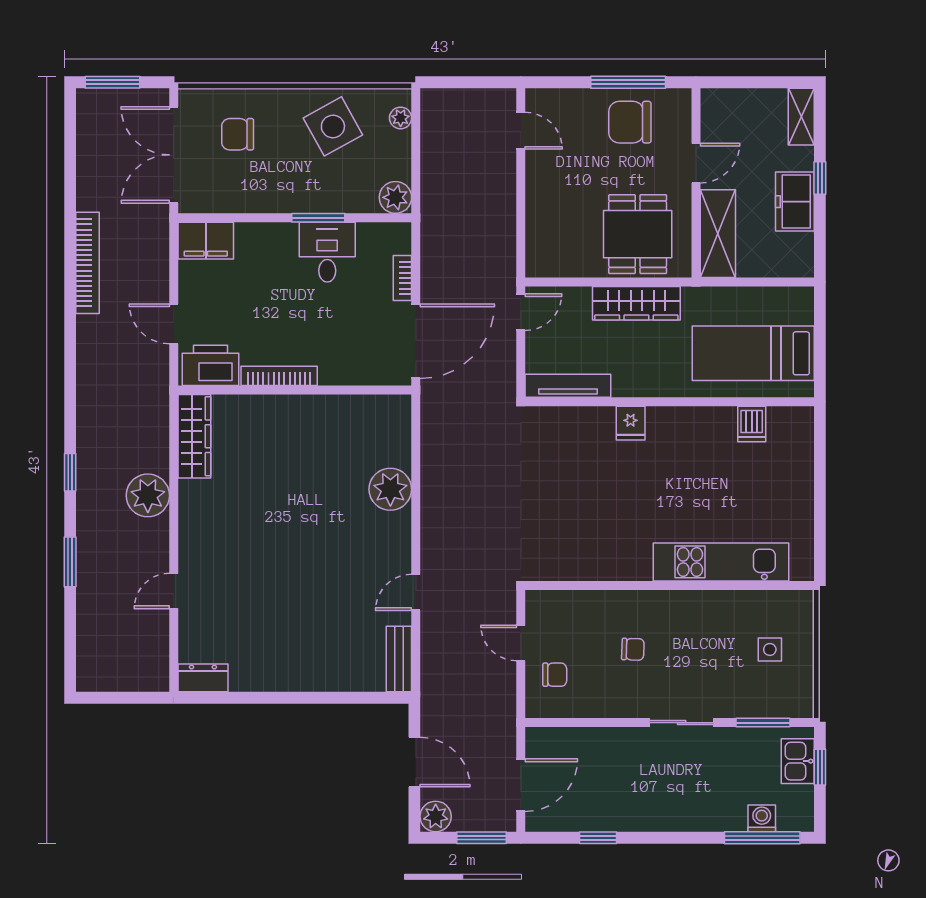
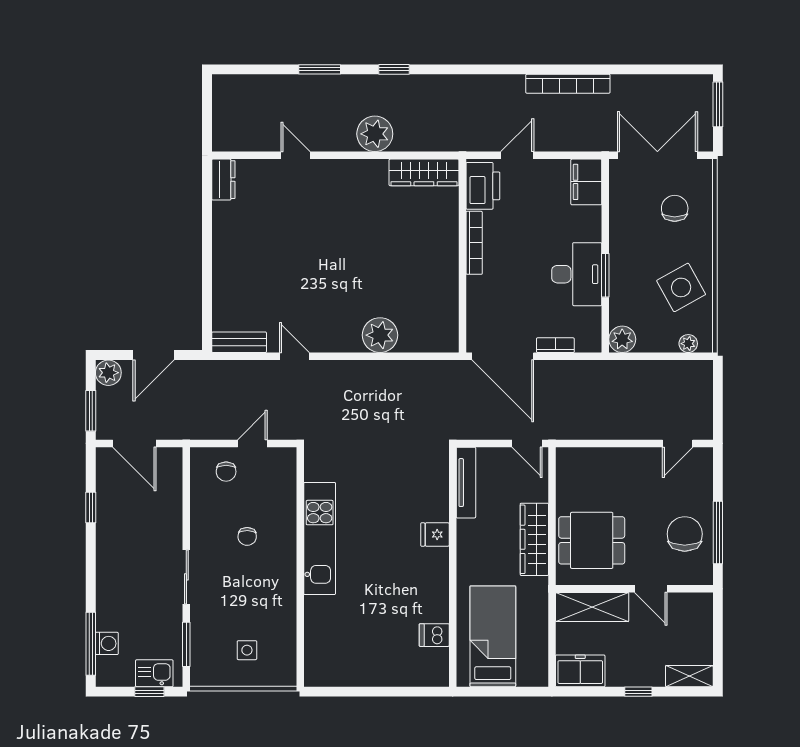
freezer: (795, 202) -> (580, 671), moved
desk: (327, 252) -> (577, 274), width x1.37
kitchen unit: (721, 562) -> (320, 538), moved

